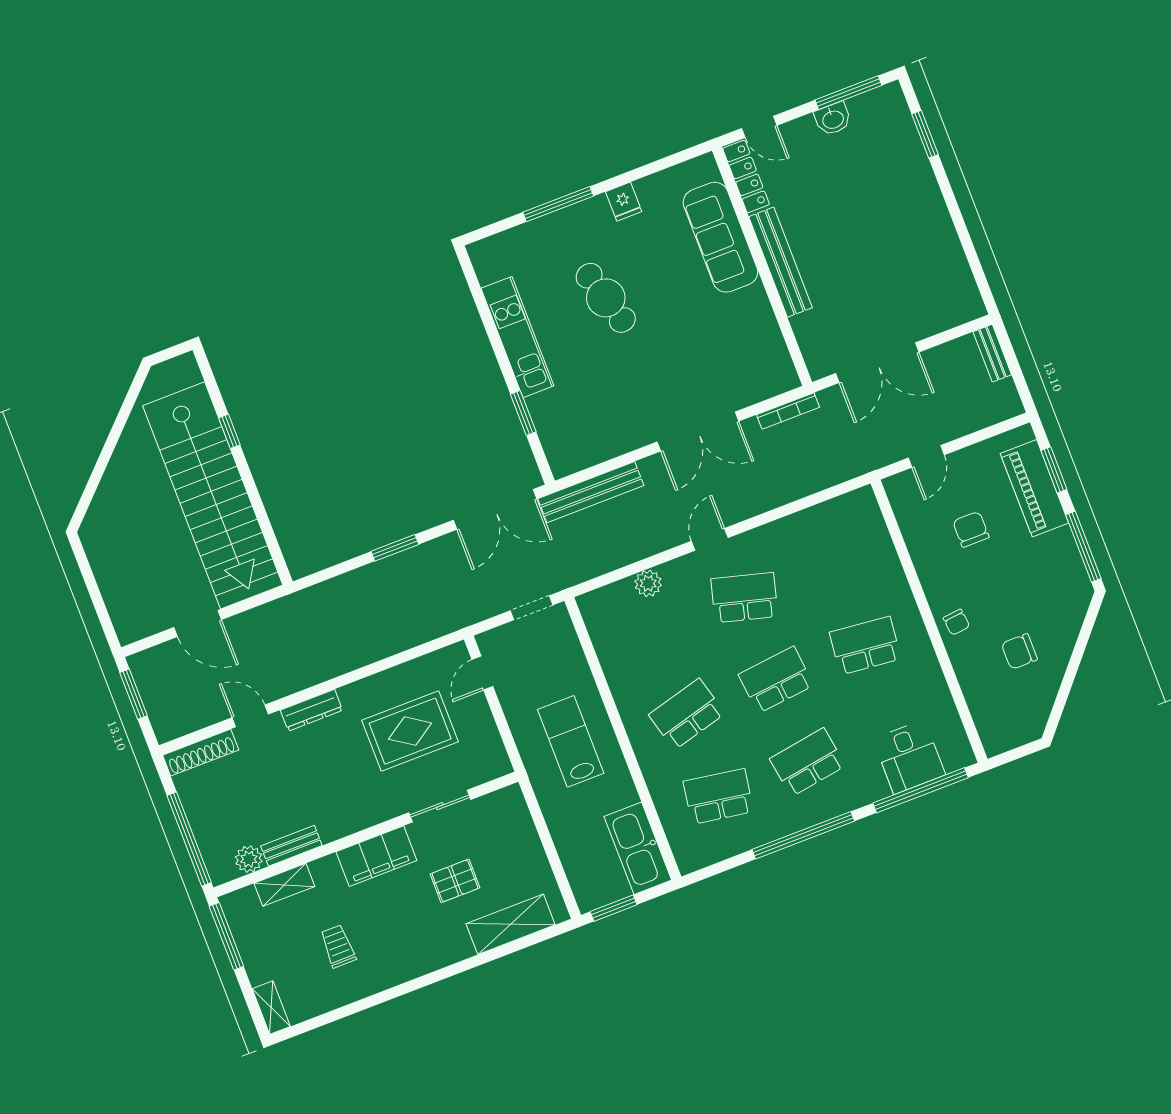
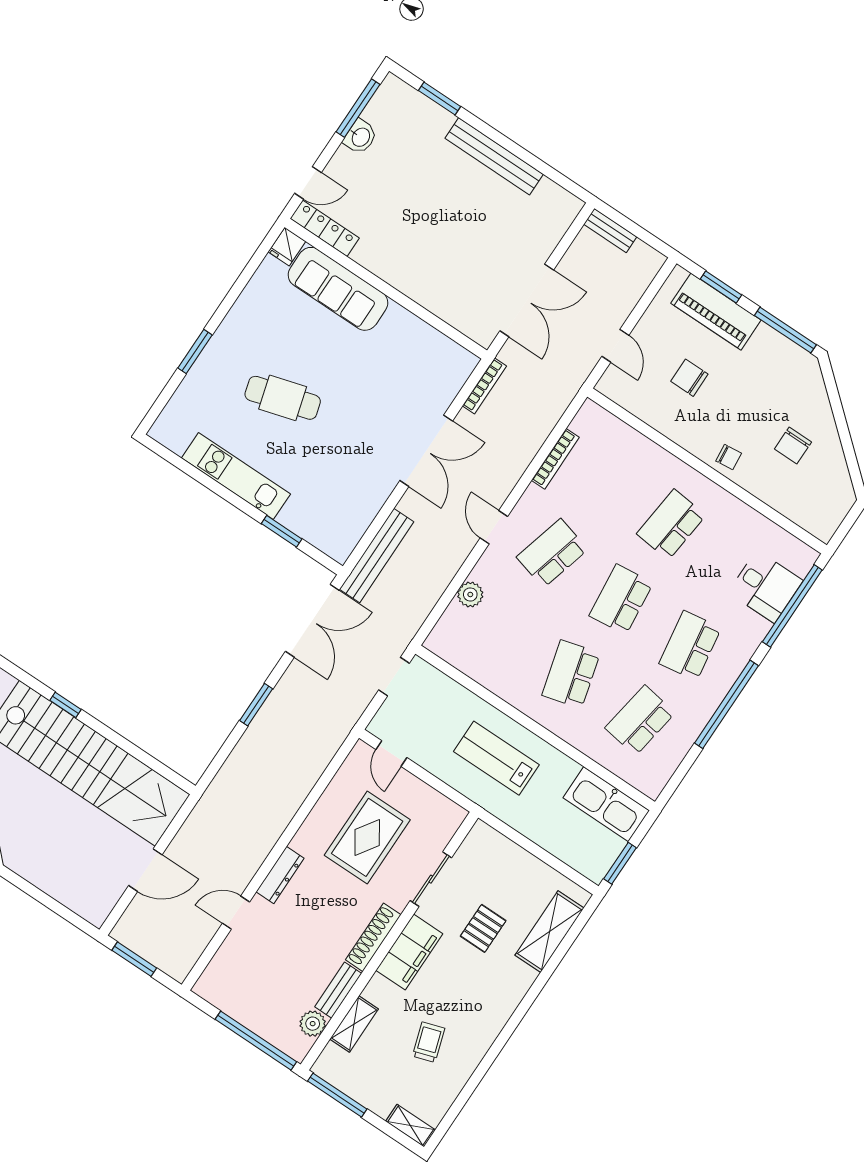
fridge: (624, 202) -> (287, 247), moved, turned 90
window: (558, 204) -> (195, 352), width x0.69
bench: (780, 262) -> (494, 156), moved
bookcase: (805, 518) -> (555, 459), added
shoe rack: (201, 753) -> (373, 937), moved, turned 180
trolley: (338, 946) -> (429, 1042), turned 72

